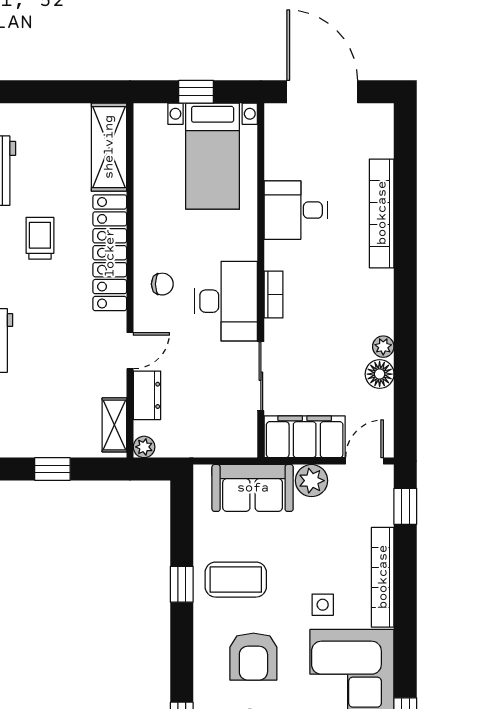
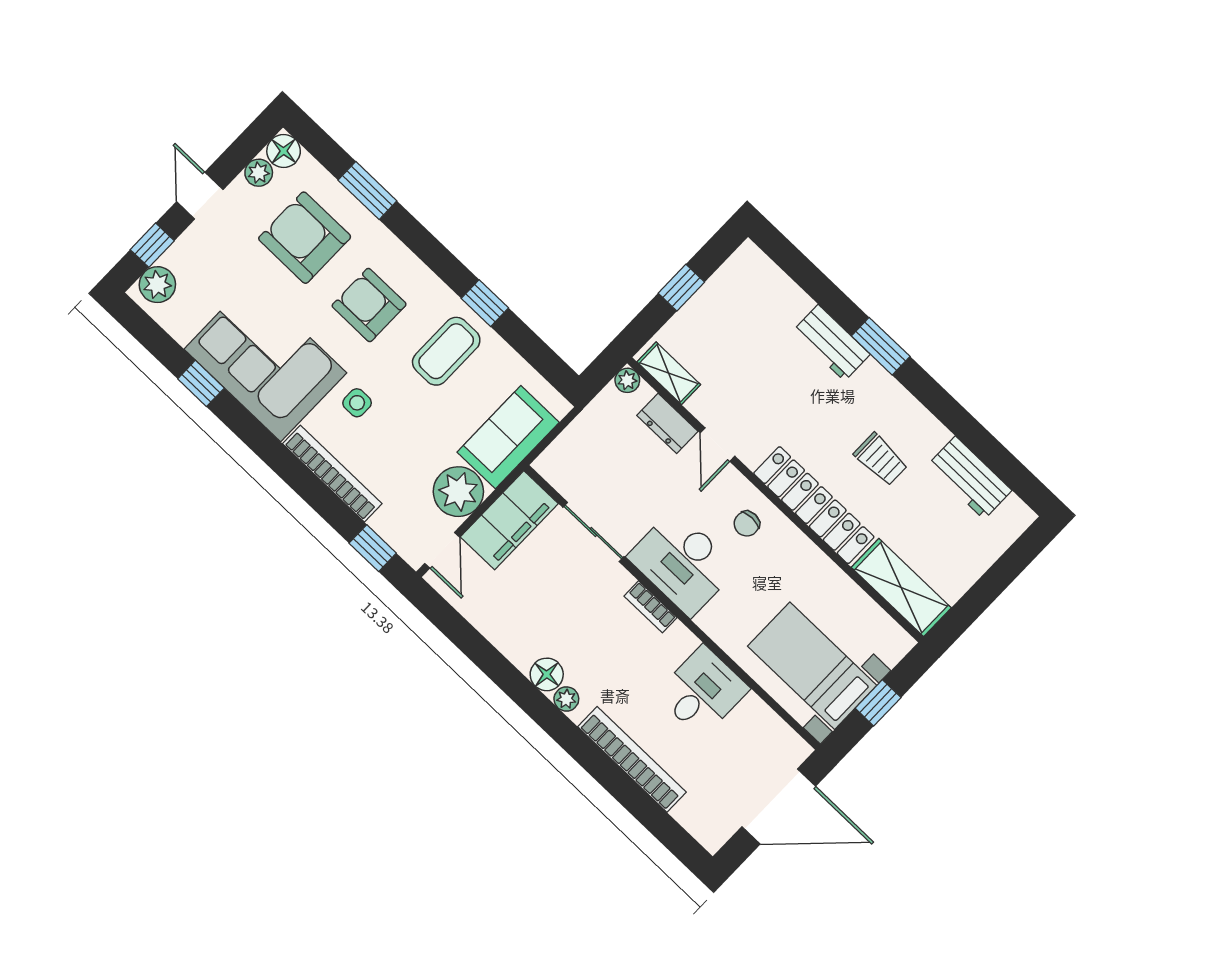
plant: (383, 347) -> (566, 699), moved
floor lamp: (380, 374) -> (547, 674), moved
plant: (312, 481) -> (458, 492), width x1.36, depth x1.36

